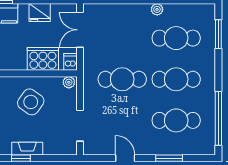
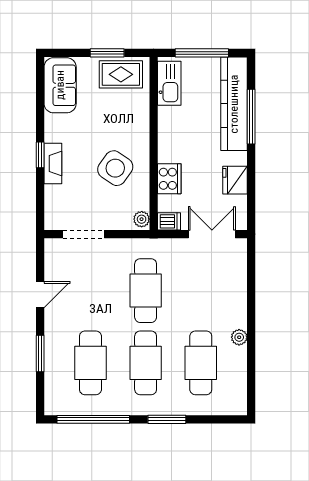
window: (218, 34) -> (167, 419), moved
cooker: (43, 59) -> (169, 179), width x0.73, depth x0.76

